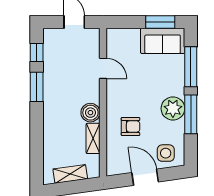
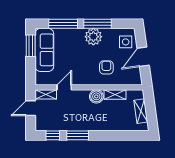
sofa: (163, 41) -> (44, 50), width x1.36
shelving: (93, 43) -> (46, 94), added

